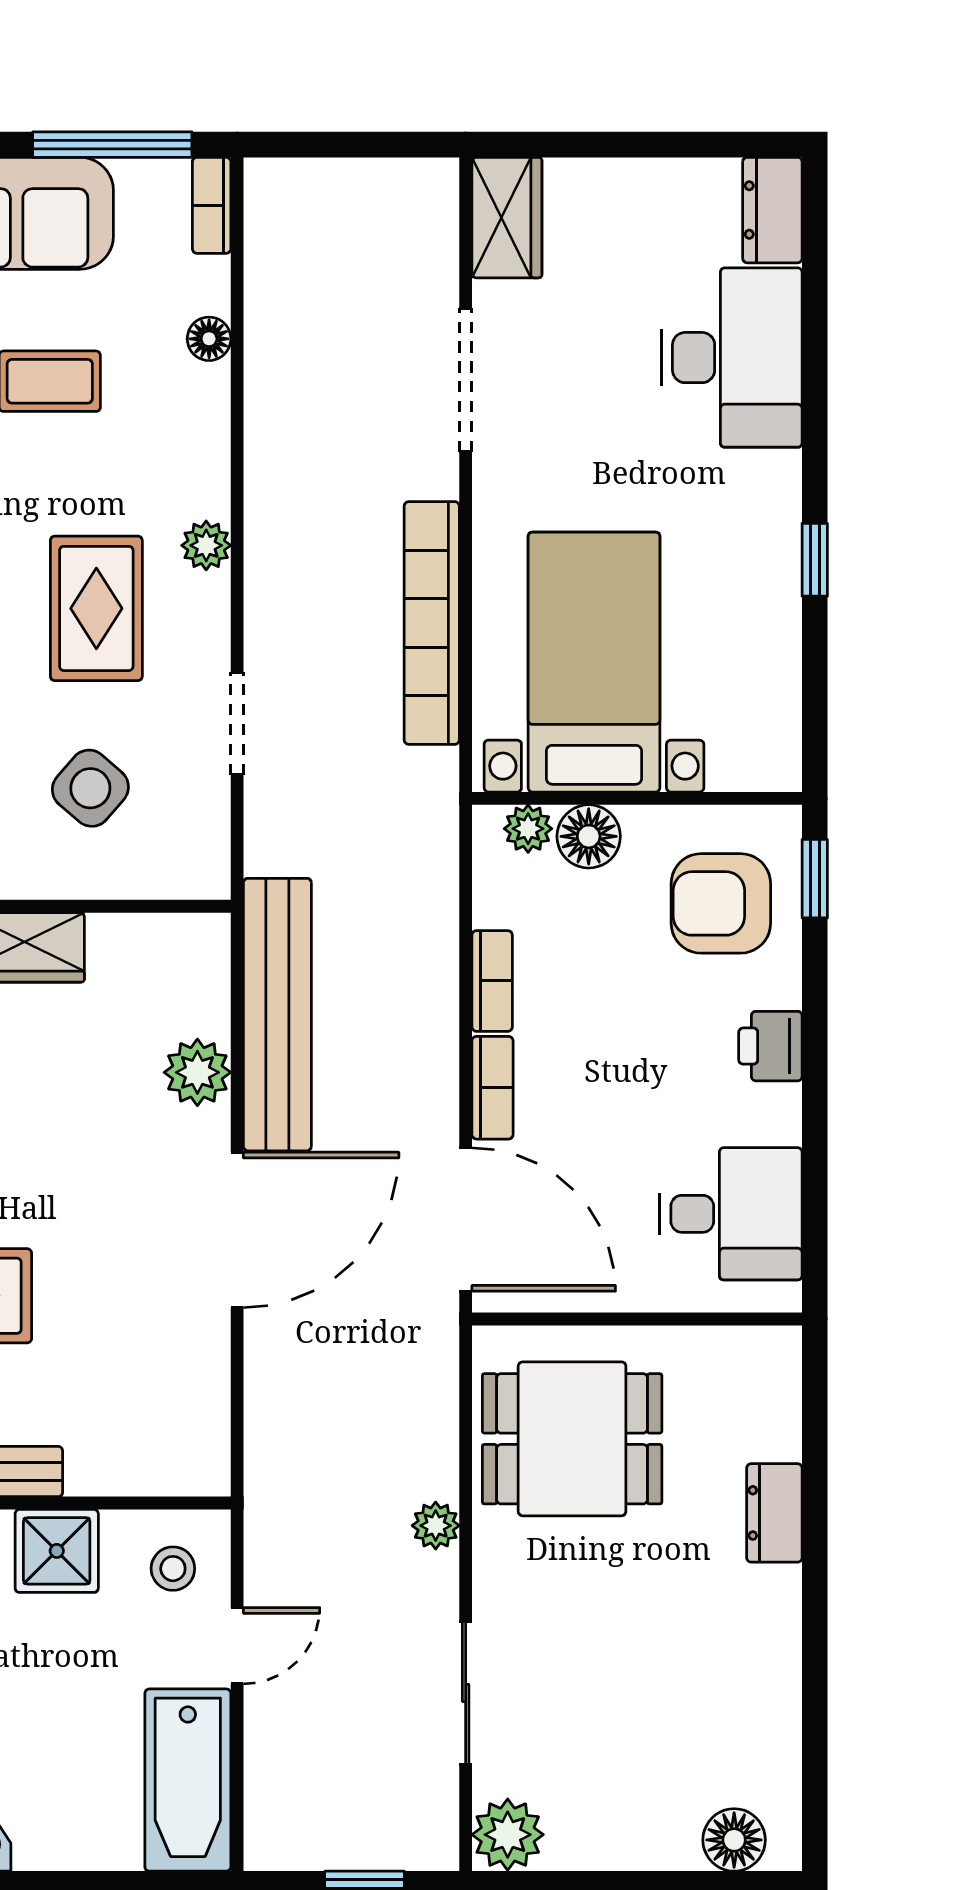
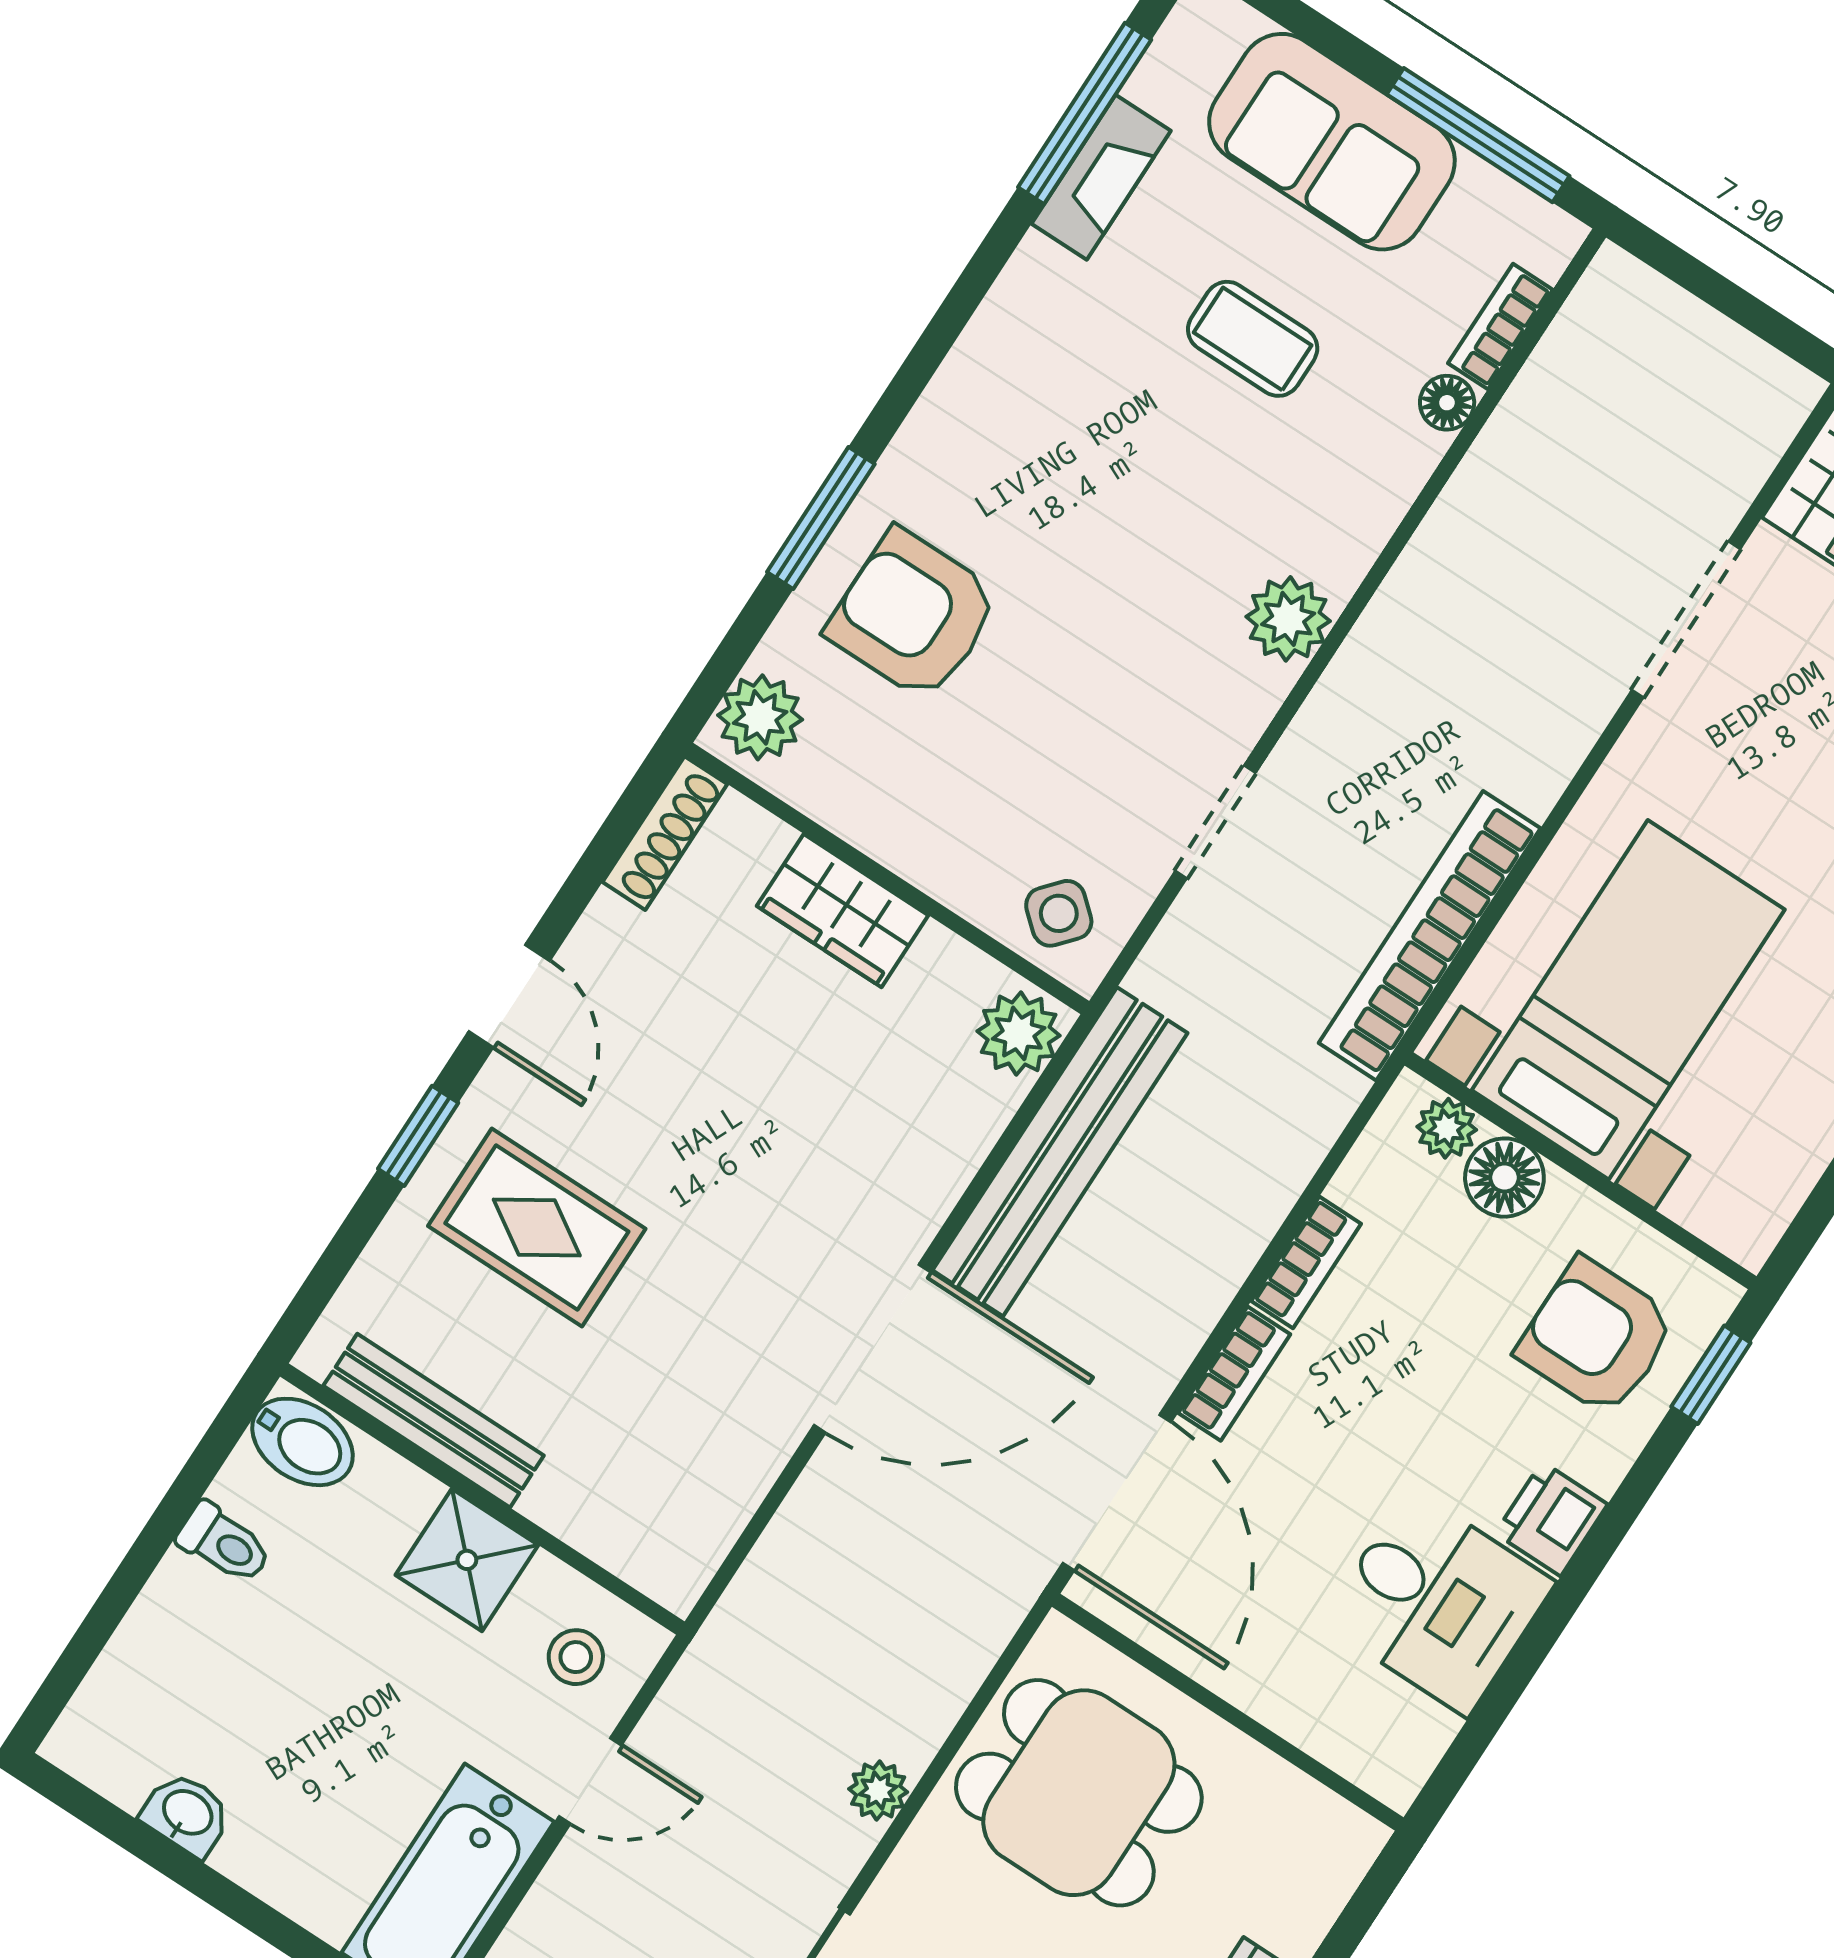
bookcase: (212, 205) -> (1500, 327), moved
plant: (206, 545) -> (1288, 619), width x1.38, depth x1.38
rug: (96, 608) -> (1147, 607), removed
bookcase: (432, 623) -> (1430, 936), moved
side table: (90, 788) -> (1059, 913), moved, width x0.73, depth x0.73
plant: (197, 1072) -> (1019, 1033), moved
desk: (731, 1214) -> (1438, 1602), moved

